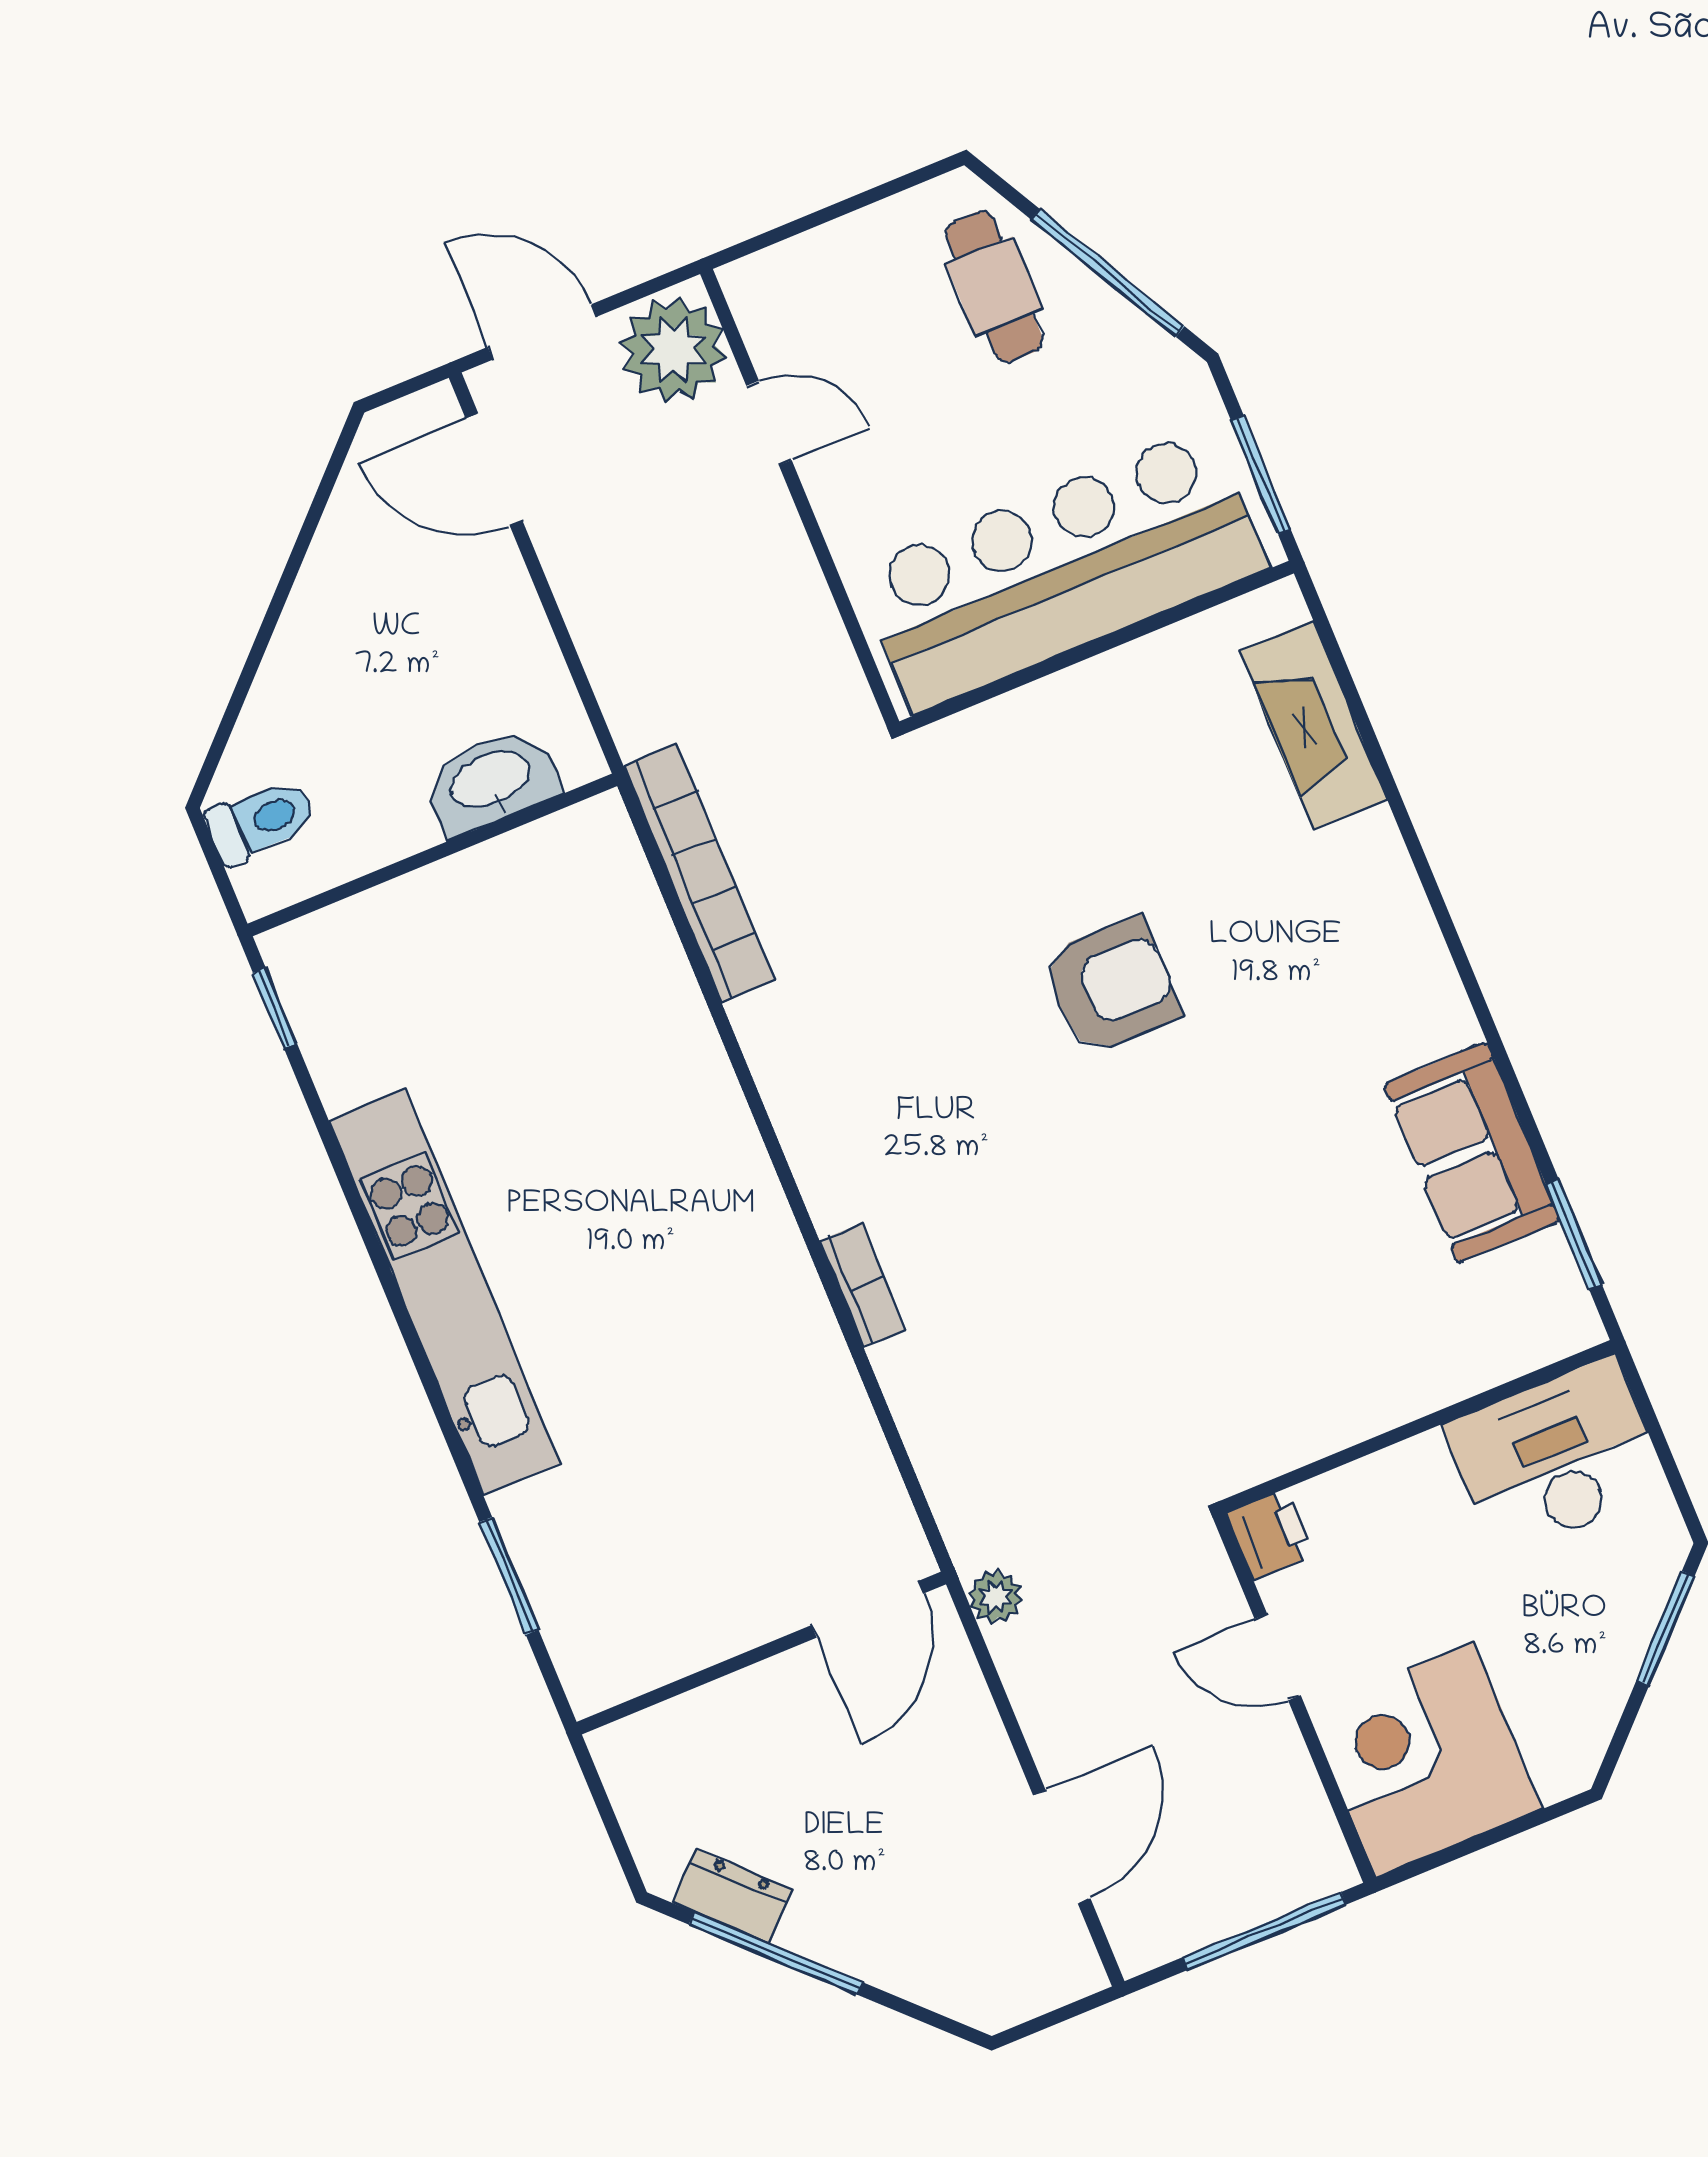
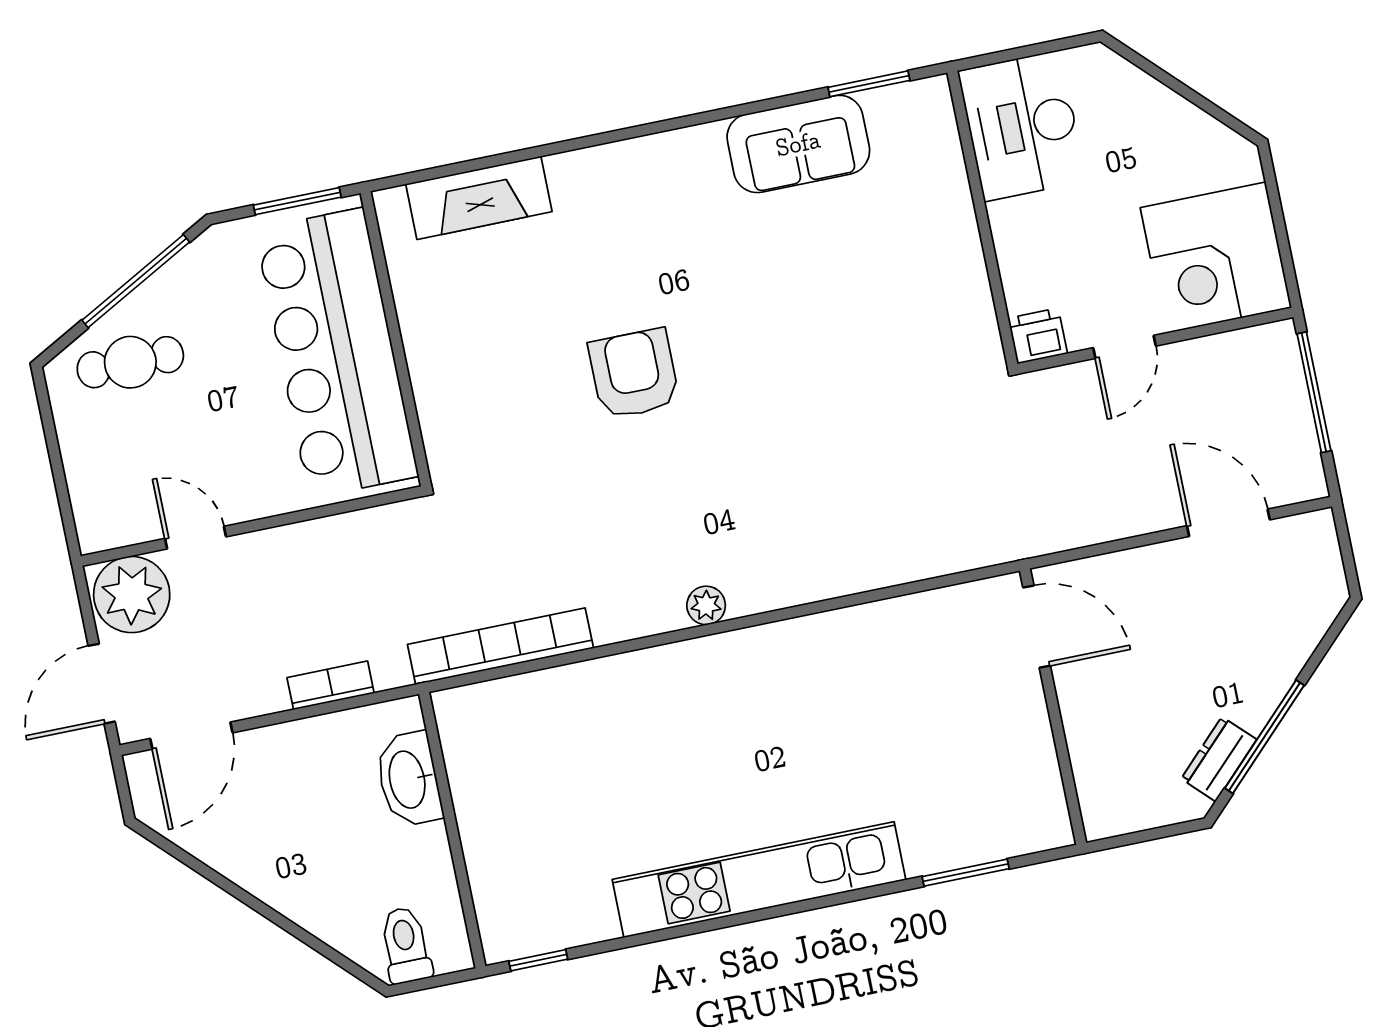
door: (769, 423) -> (195, 538), hinge flipped
bookcase: (863, 1285) -> (331, 685), moved
plant: (995, 1597) -> (706, 605), moved
window: (1665, 1629) -> (1156, 72), removed

